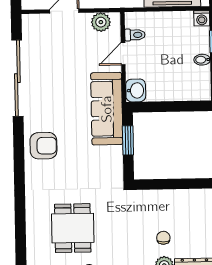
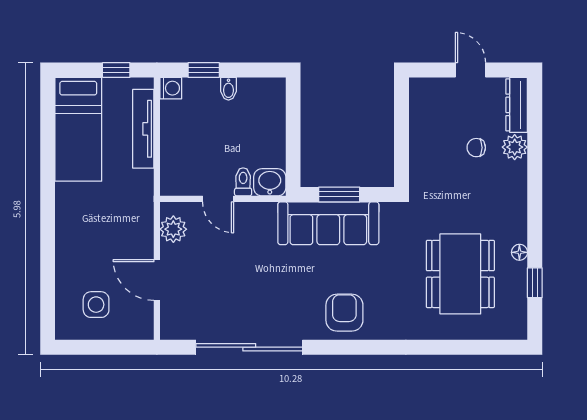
toilet: (135, 35) -> (243, 182), moved
sofa: (107, 109) -> (328, 223), moved
dining table: (73, 228) -> (460, 274), width x1.38

